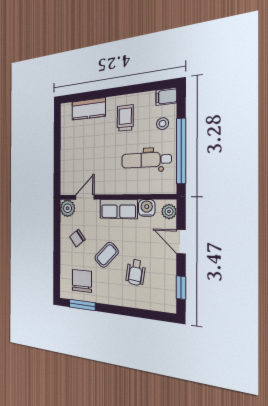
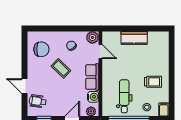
kitchen counter: (88, 109) -> (134, 38), moved, turned -90
wheelchair: (136, 272) -> (38, 101), moved
window: (82, 305) -> (24, 50), removed
door: (131, 312) -> (24, 86), added

